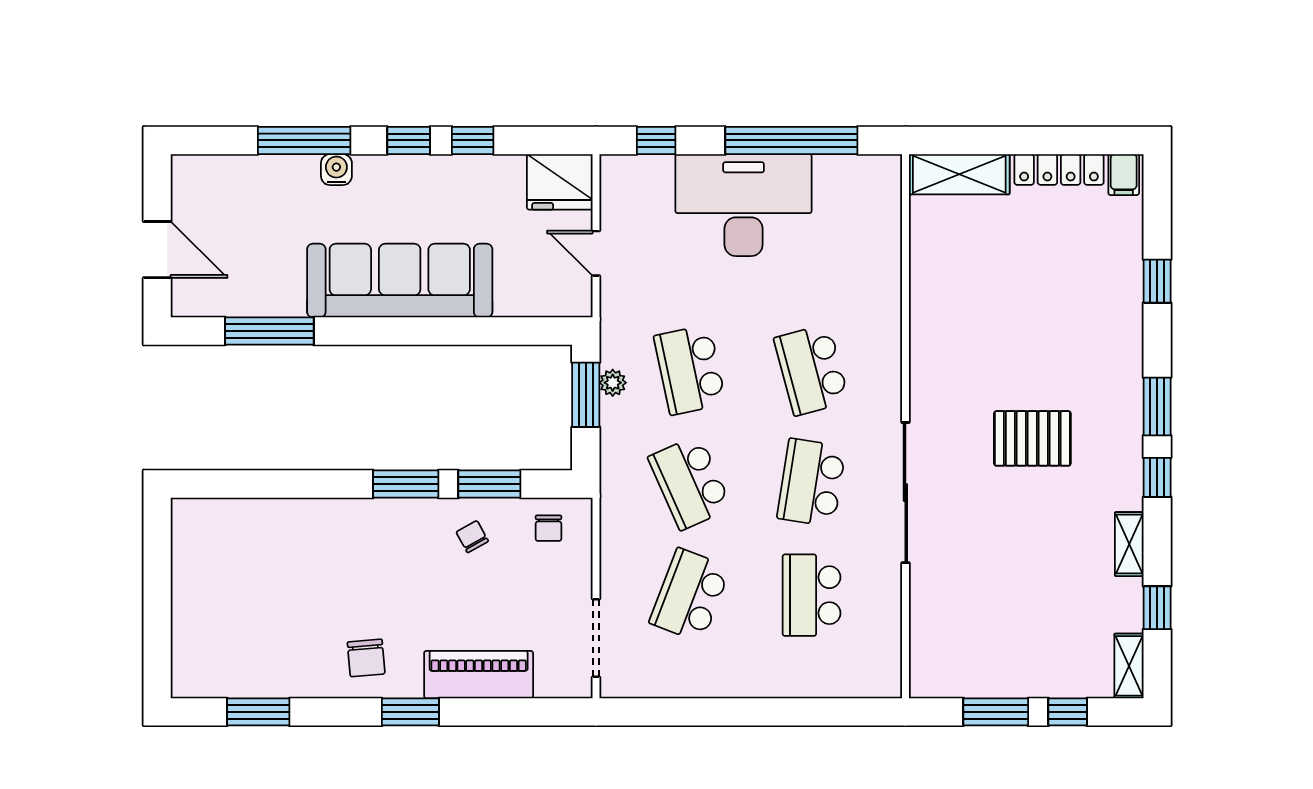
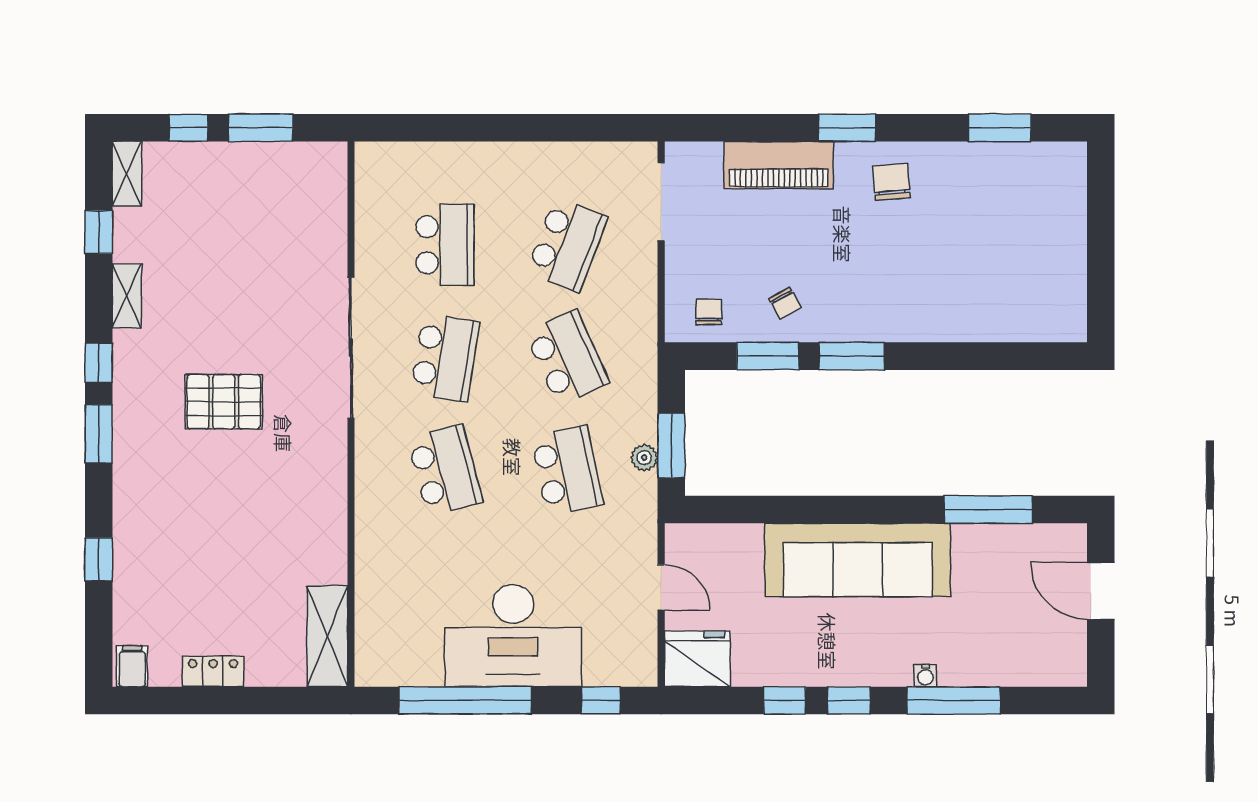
locker: (1059, 169) -> (213, 671), width x0.66
water cooler: (336, 170) -> (925, 676), width x0.72, depth x0.72
shelving: (959, 174) -> (327, 636), moved, turned 90

